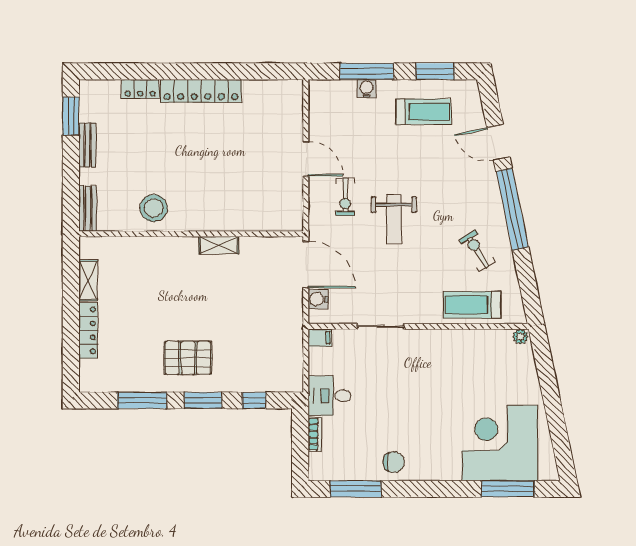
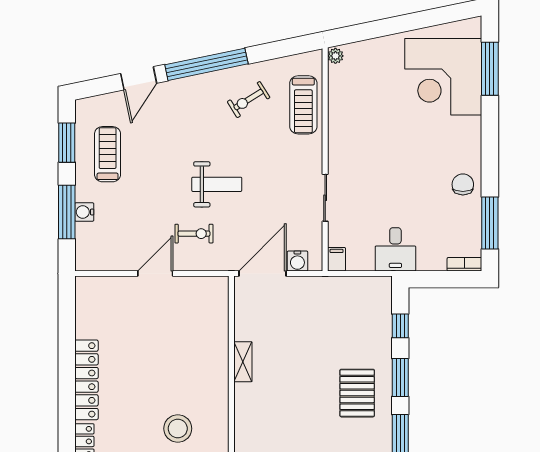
stool: (154, 208) -> (178, 429), moved
bookcase: (315, 434) -> (464, 264), moved

